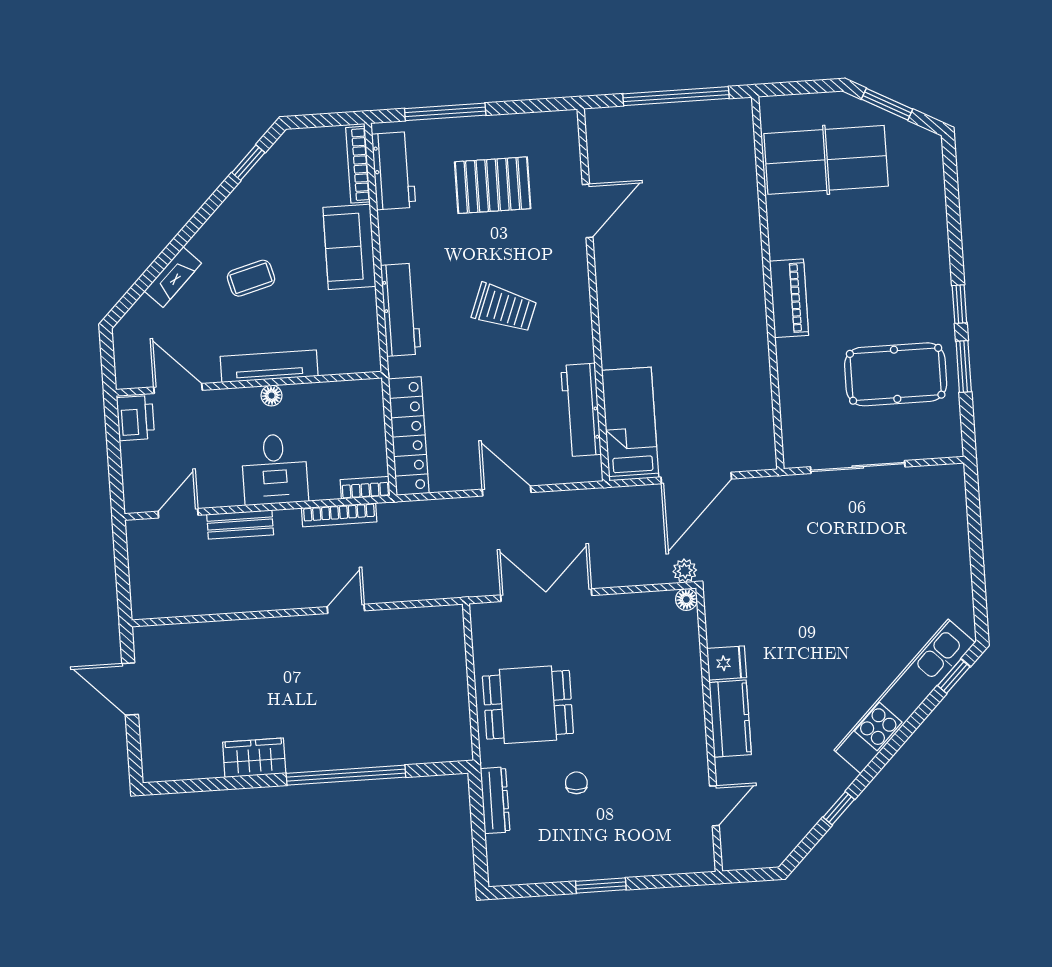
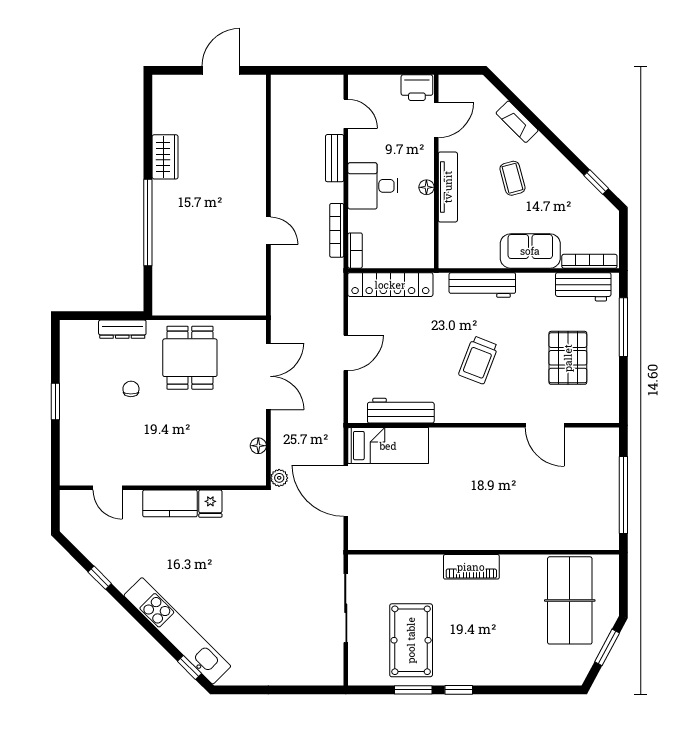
floor lamp: (686, 600) -> (258, 446), moved
chair: (576, 783) -> (131, 389), turned -93

